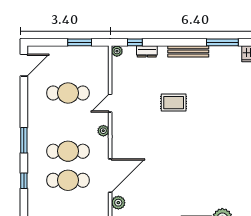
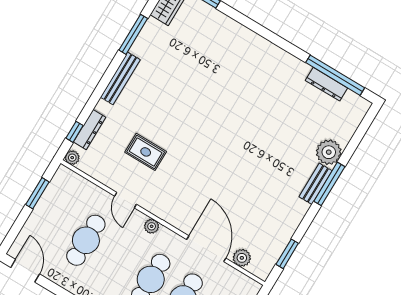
dresser: (147, 51) -> (90, 130), width x1.44
rug: (174, 103) -> (146, 152), moved, turned 90

